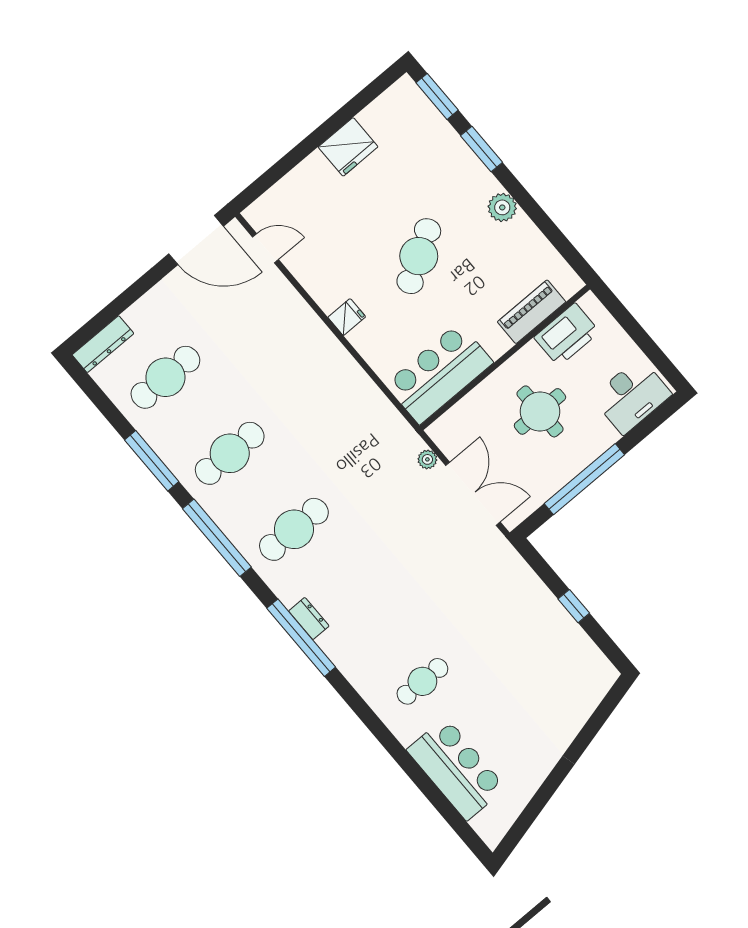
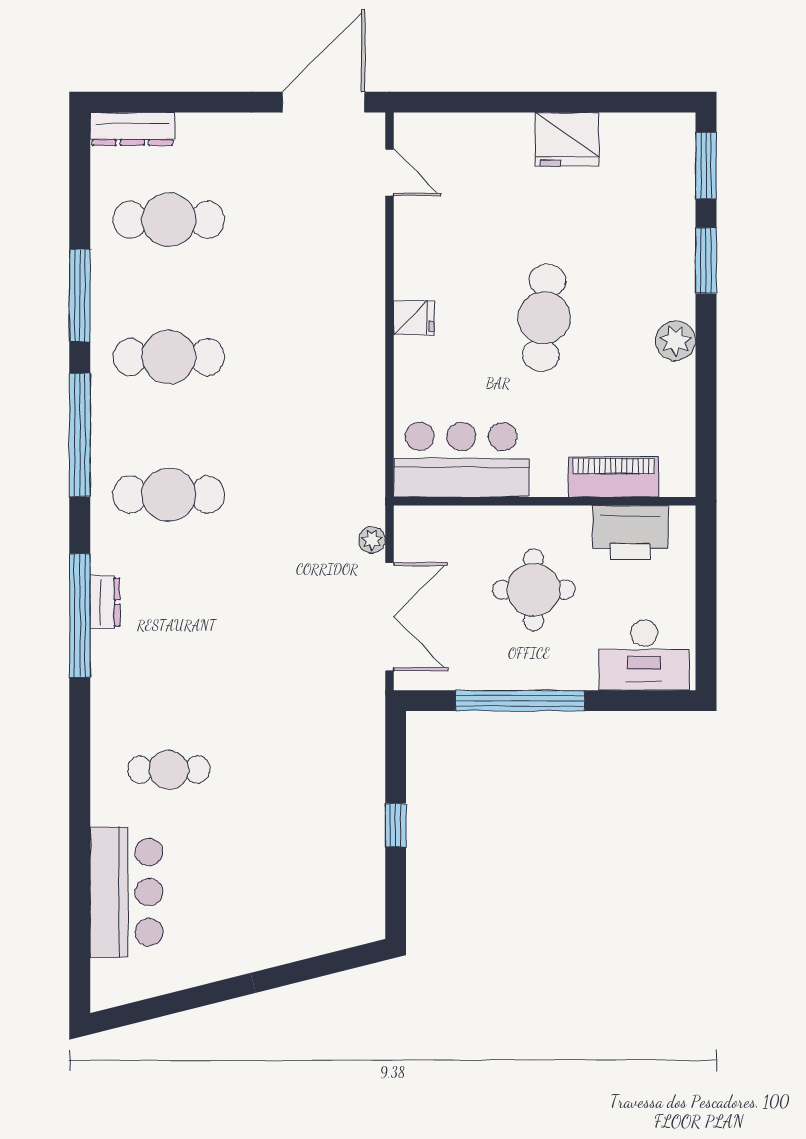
door: (196, 240) -> (323, 102), swing flipped
cafe table: (419, 256) -> (544, 318), turned -54

